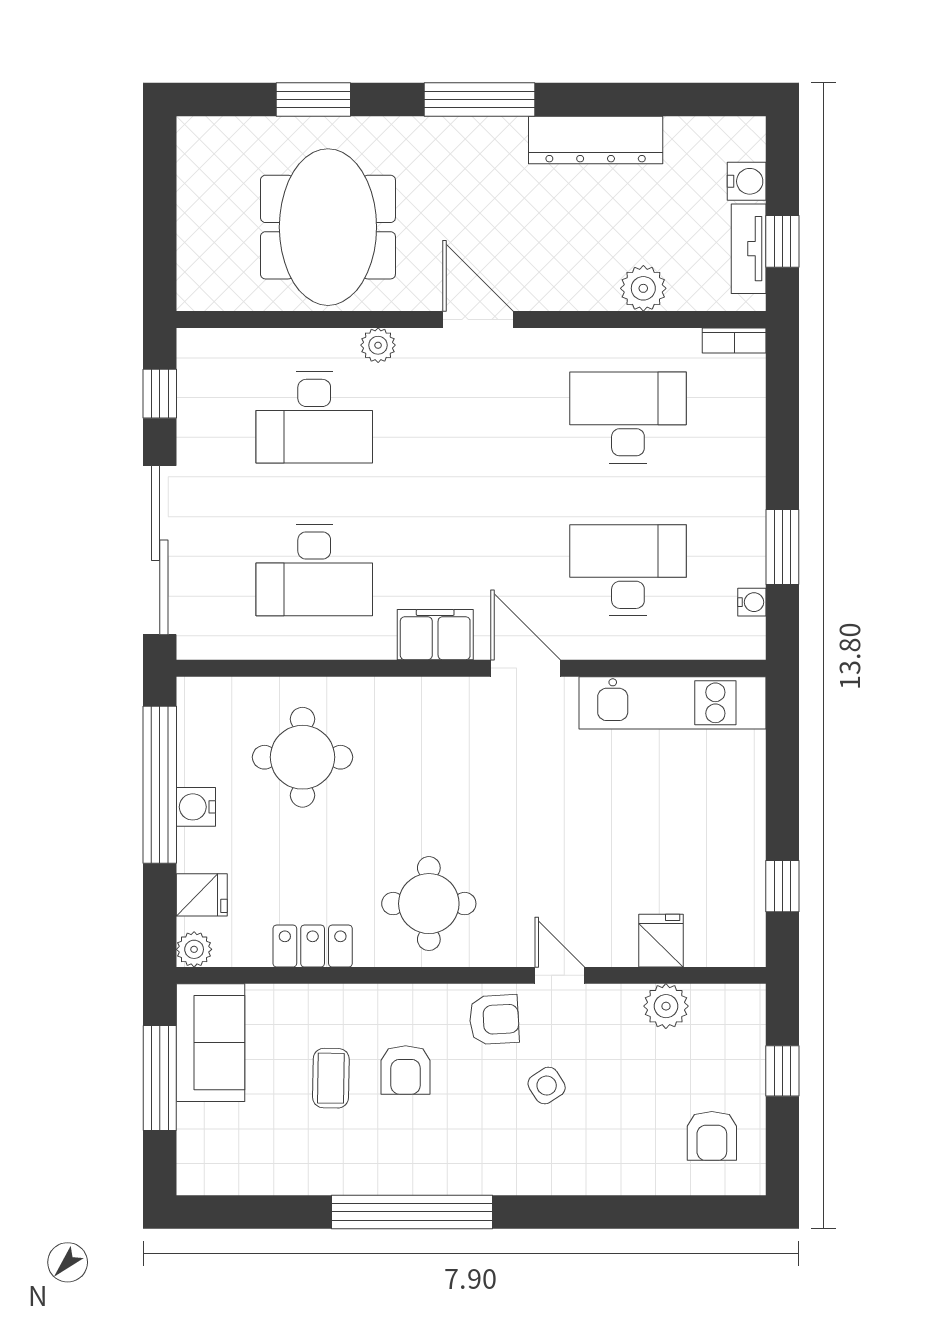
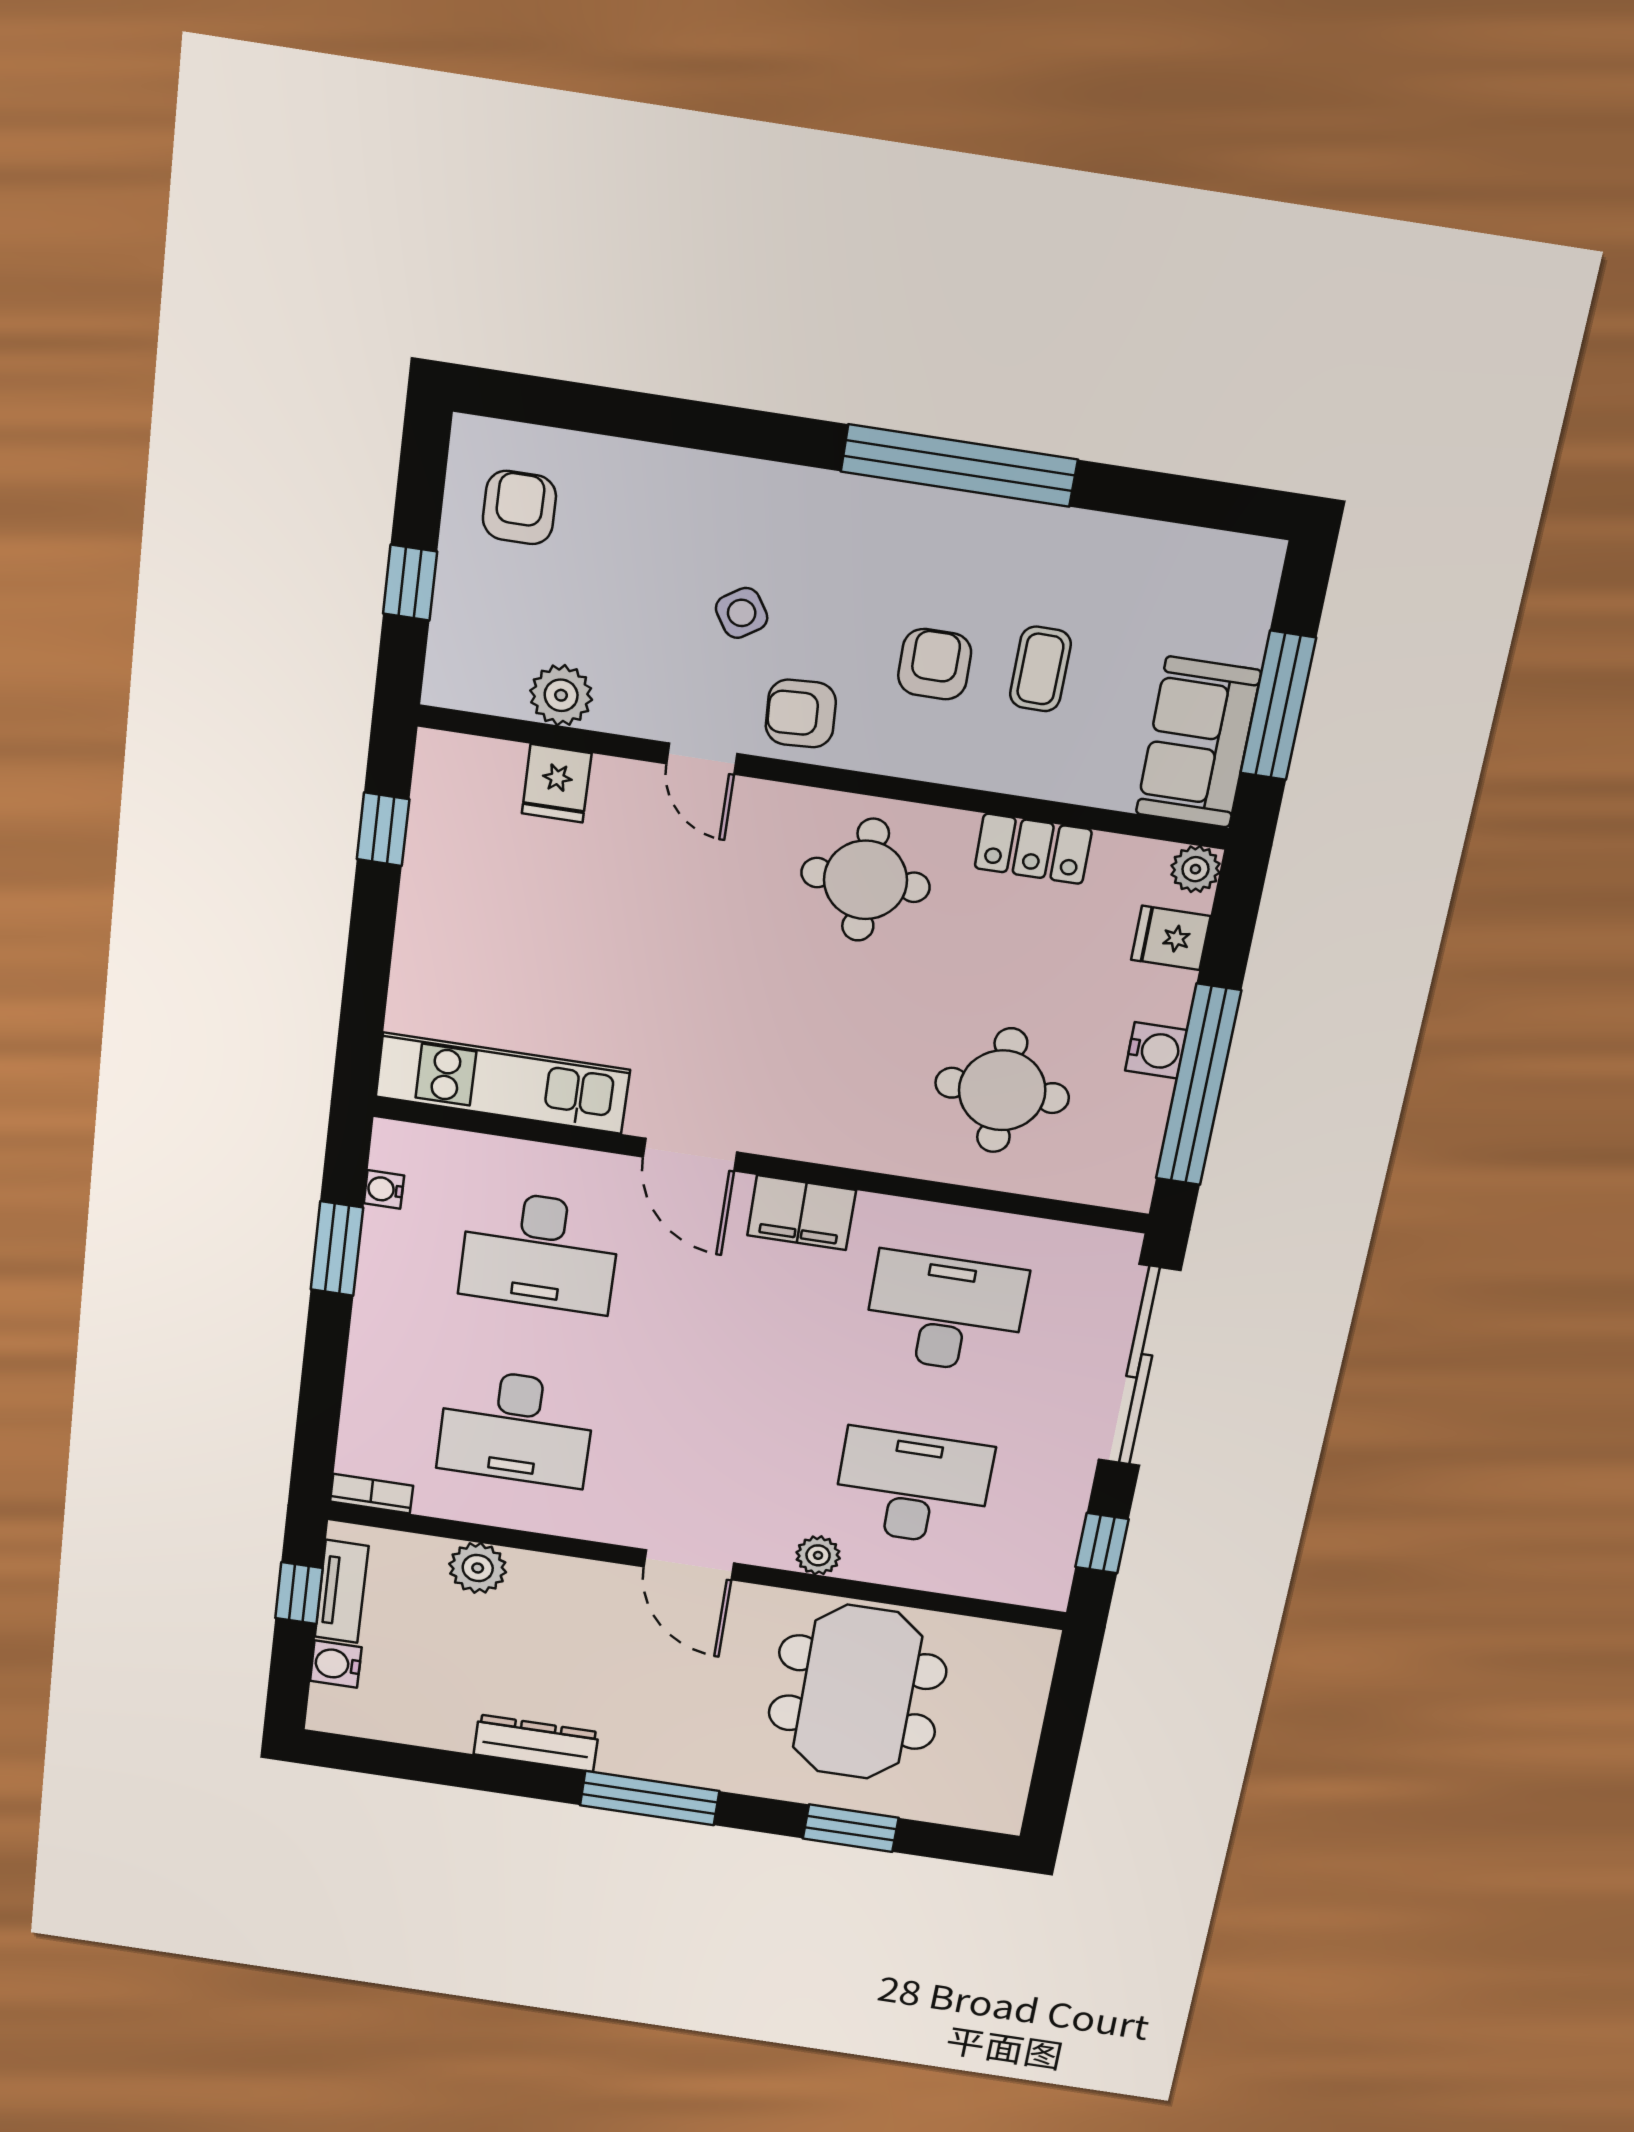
dresser: (596, 140) -> (536, 1743), width x0.73, depth x0.80

